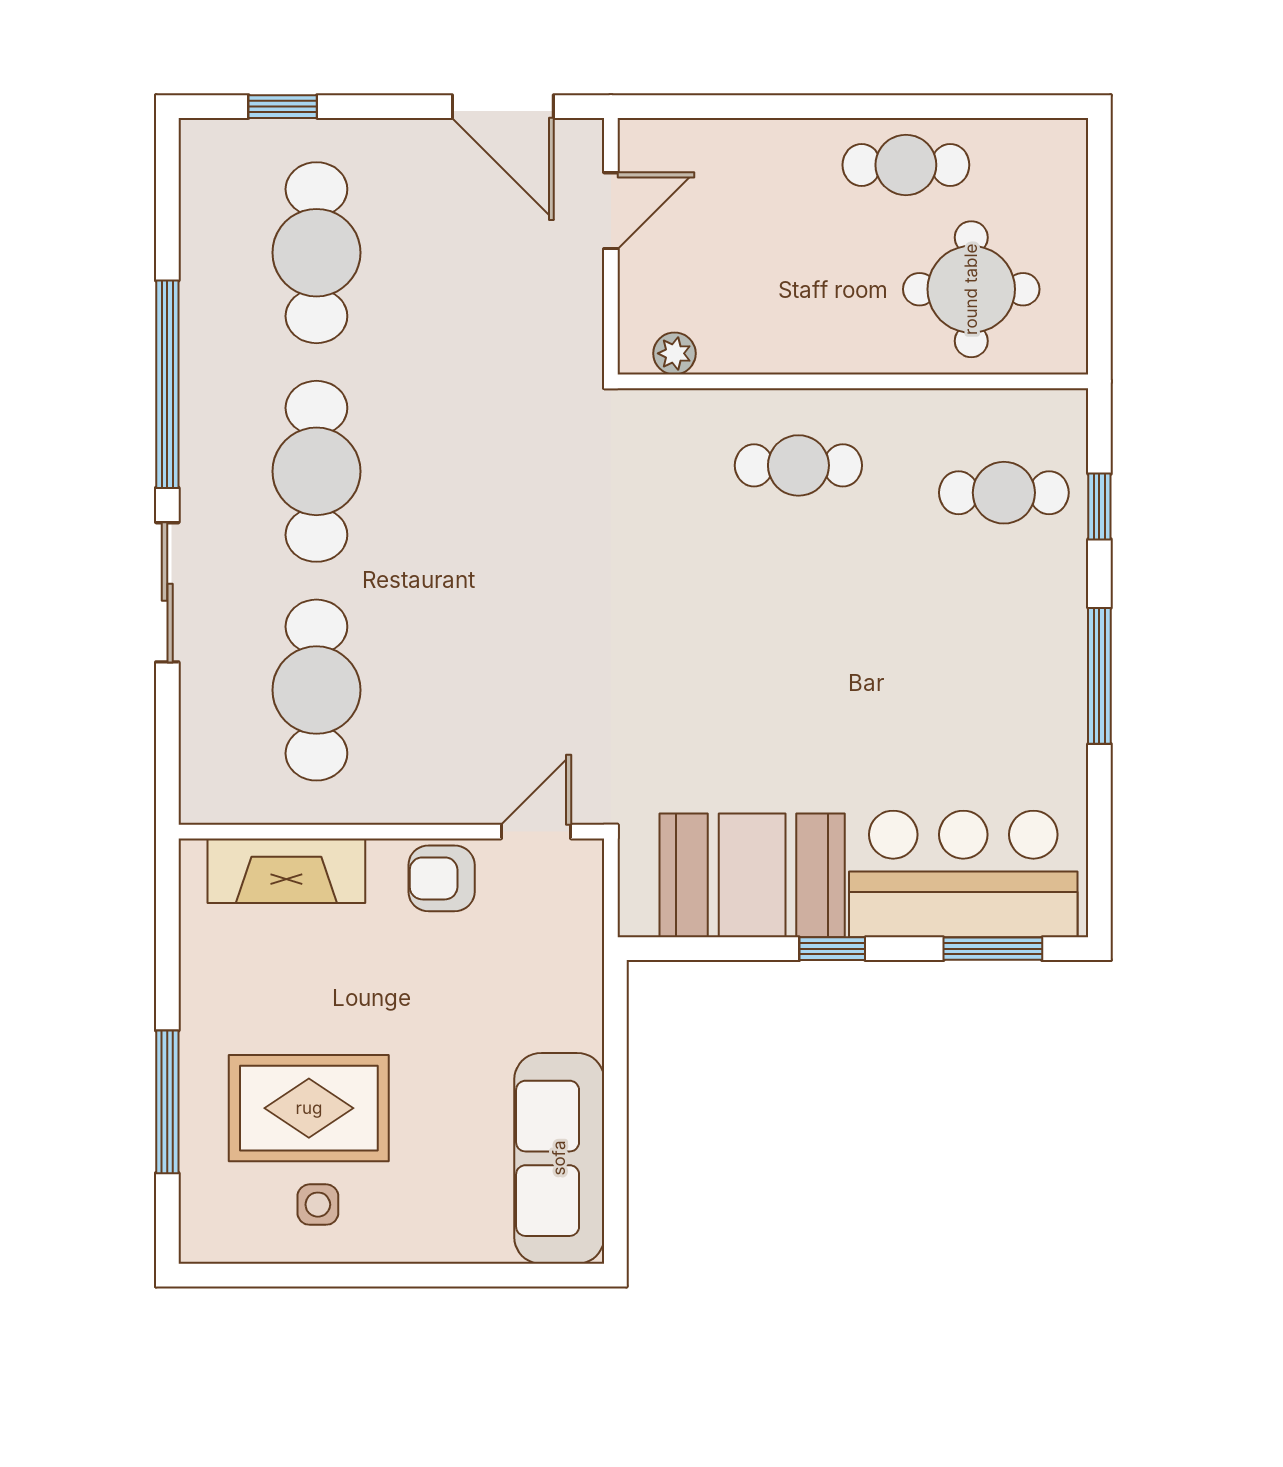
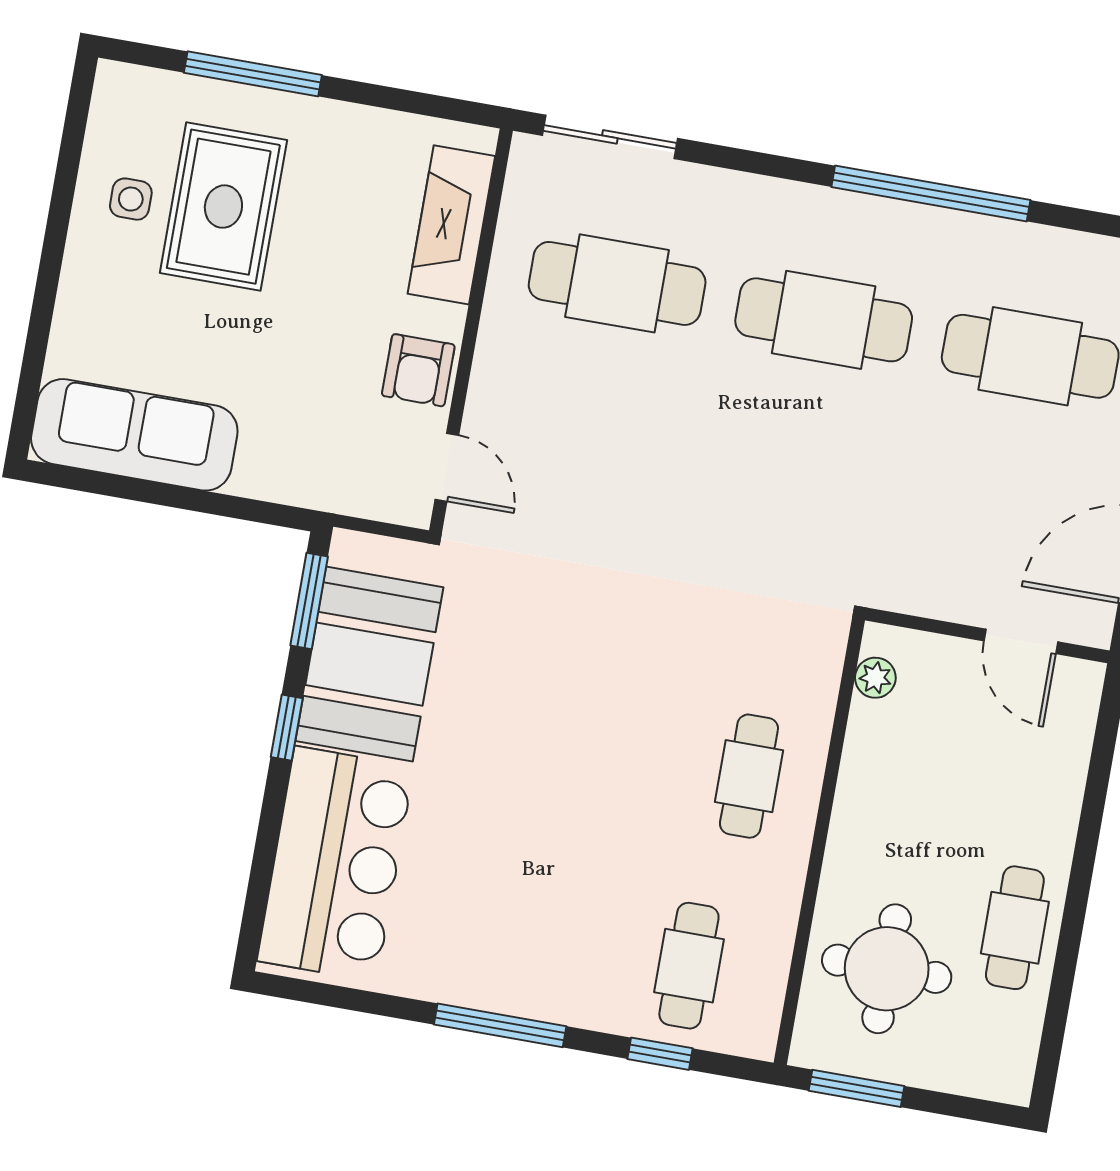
window: (1099, 299) -> (857, 1088), added
sliding door: (167, 592) -> (610, 137), moved
armchair: (442, 878) -> (418, 370), turned 180
window: (993, 949) -> (309, 601), moved

